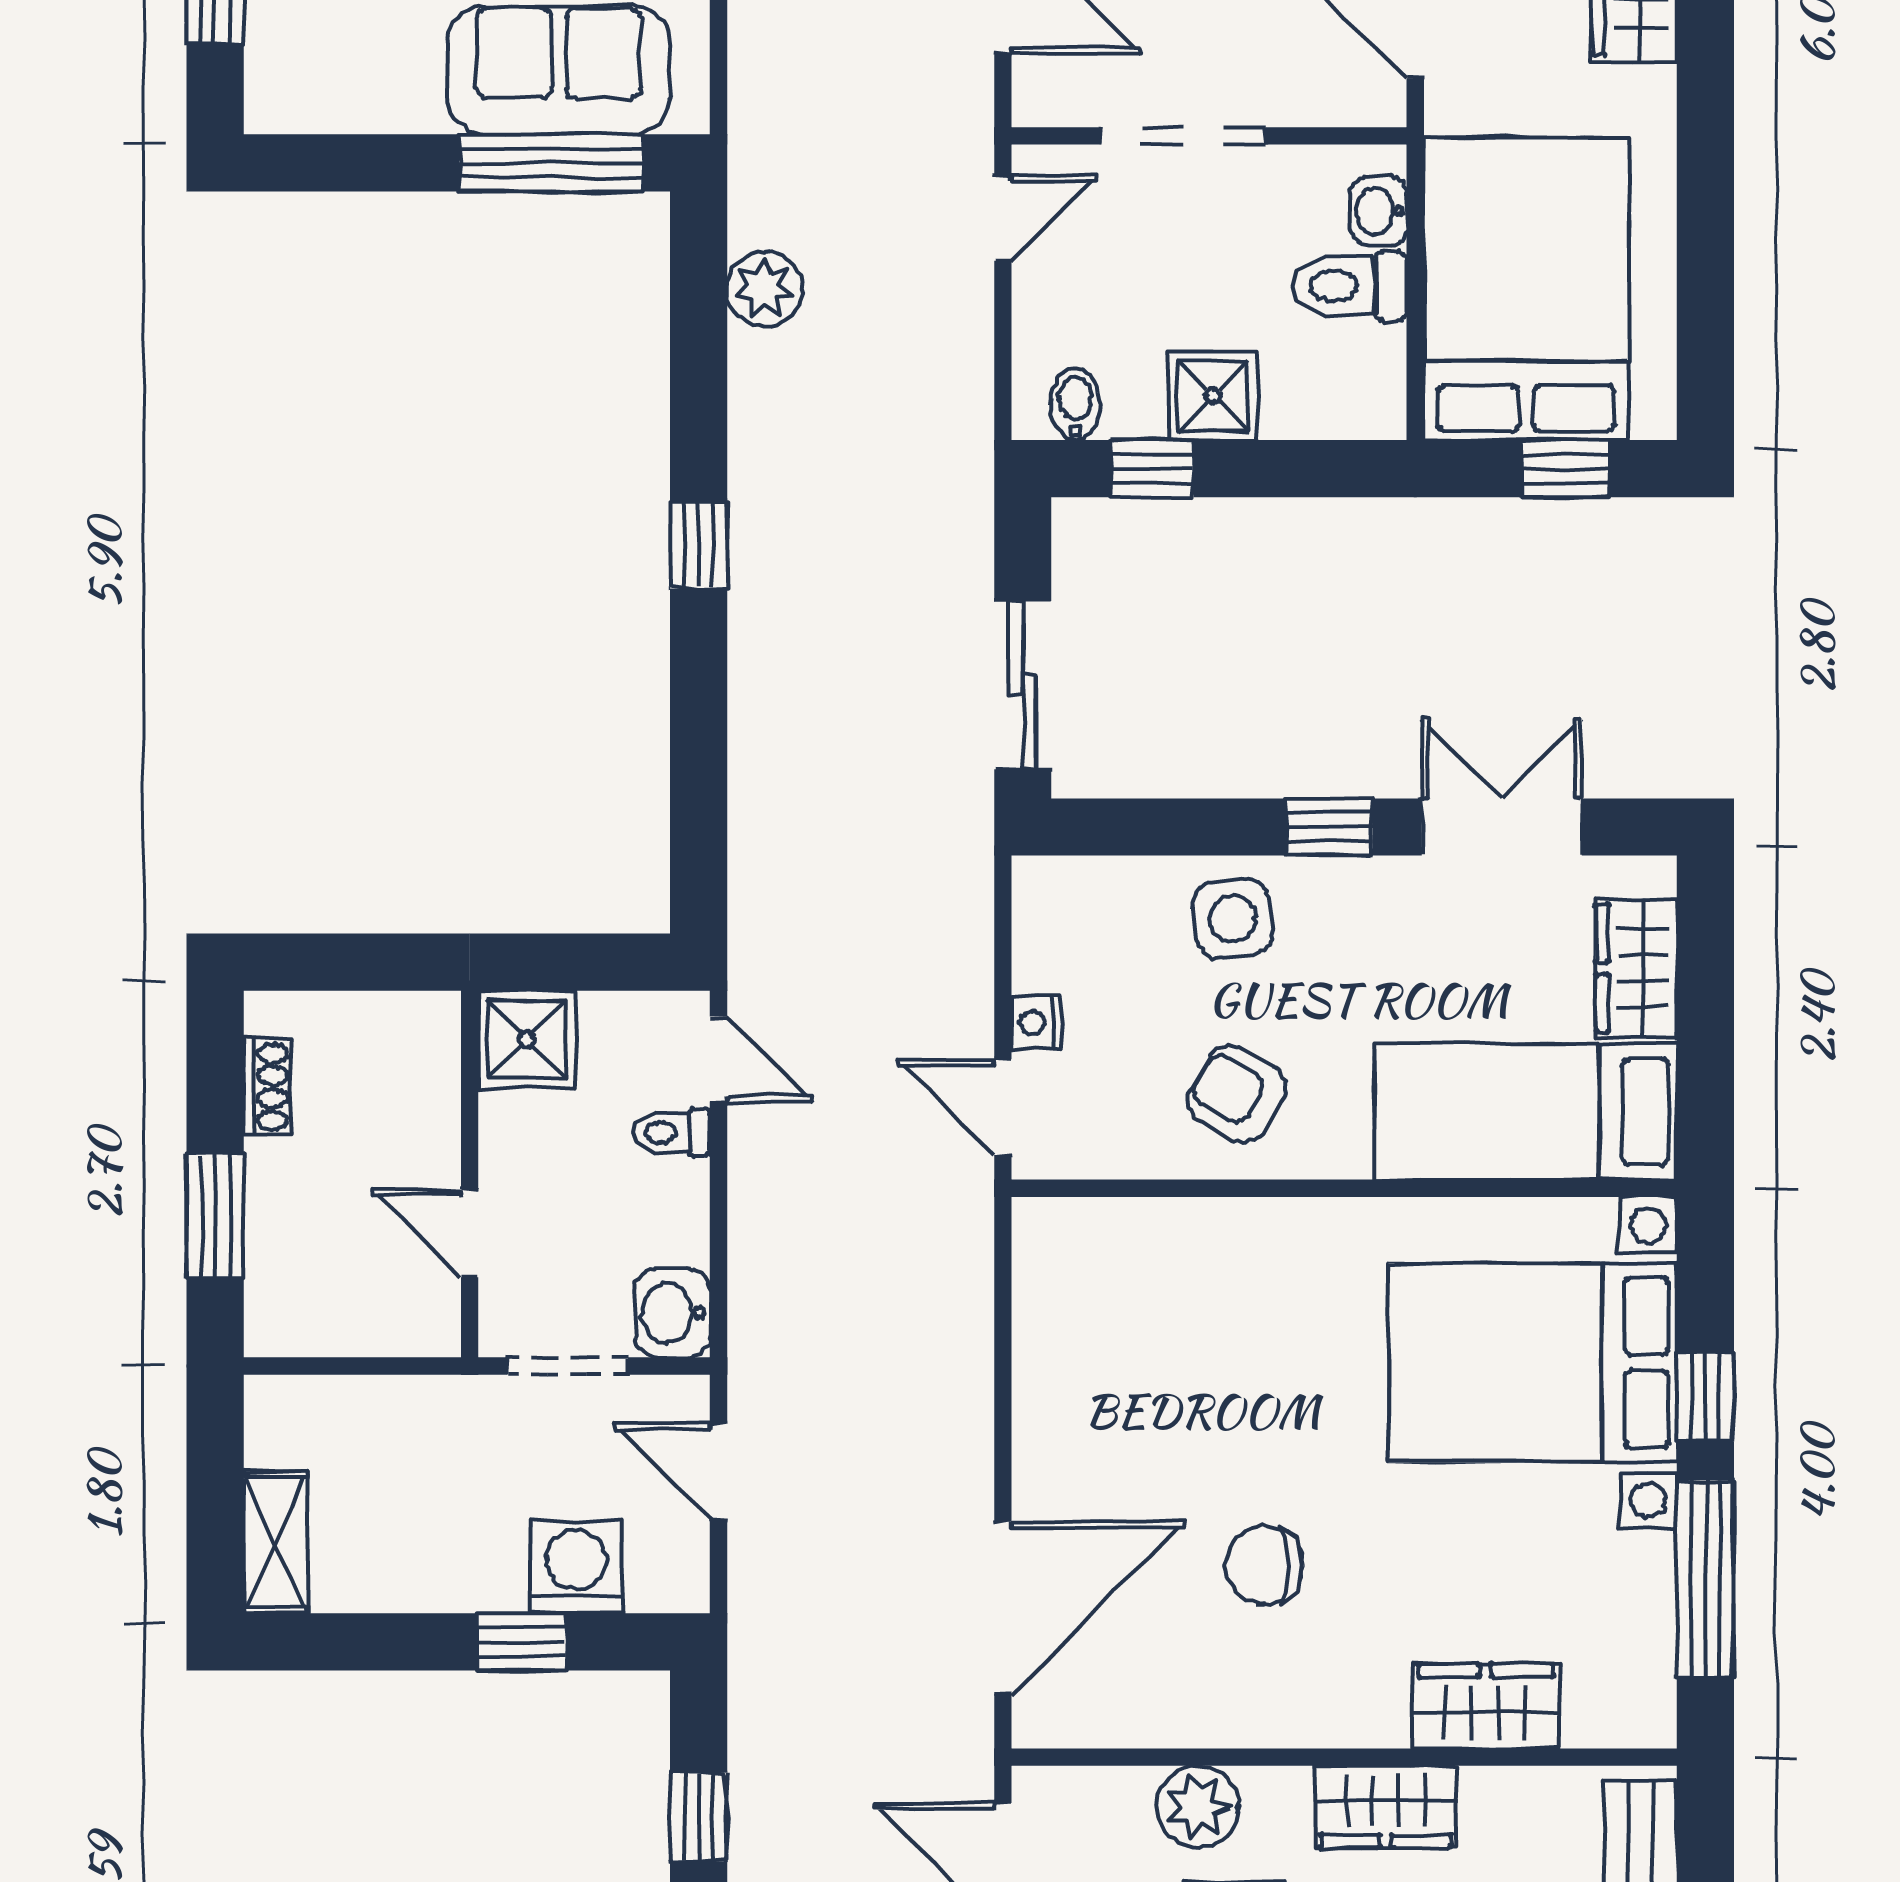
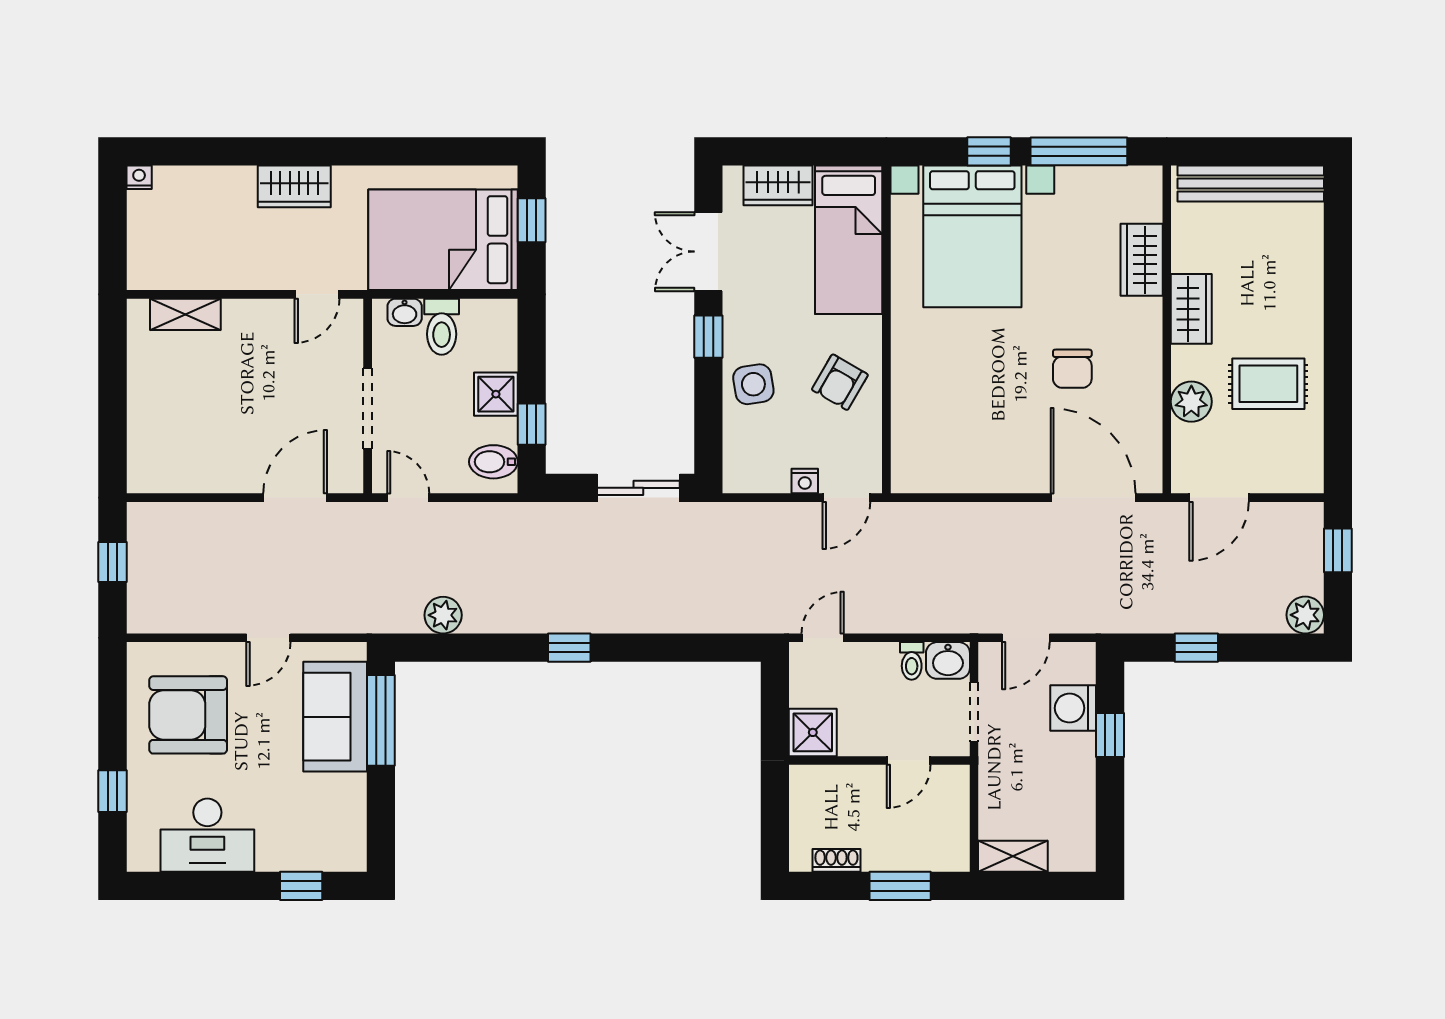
bidet: (1076, 404) -> (493, 462), width x1.38, depth x1.36
toilet: (672, 1133) -> (912, 661), moved
shelving: (275, 1543) -> (1013, 856), moved

